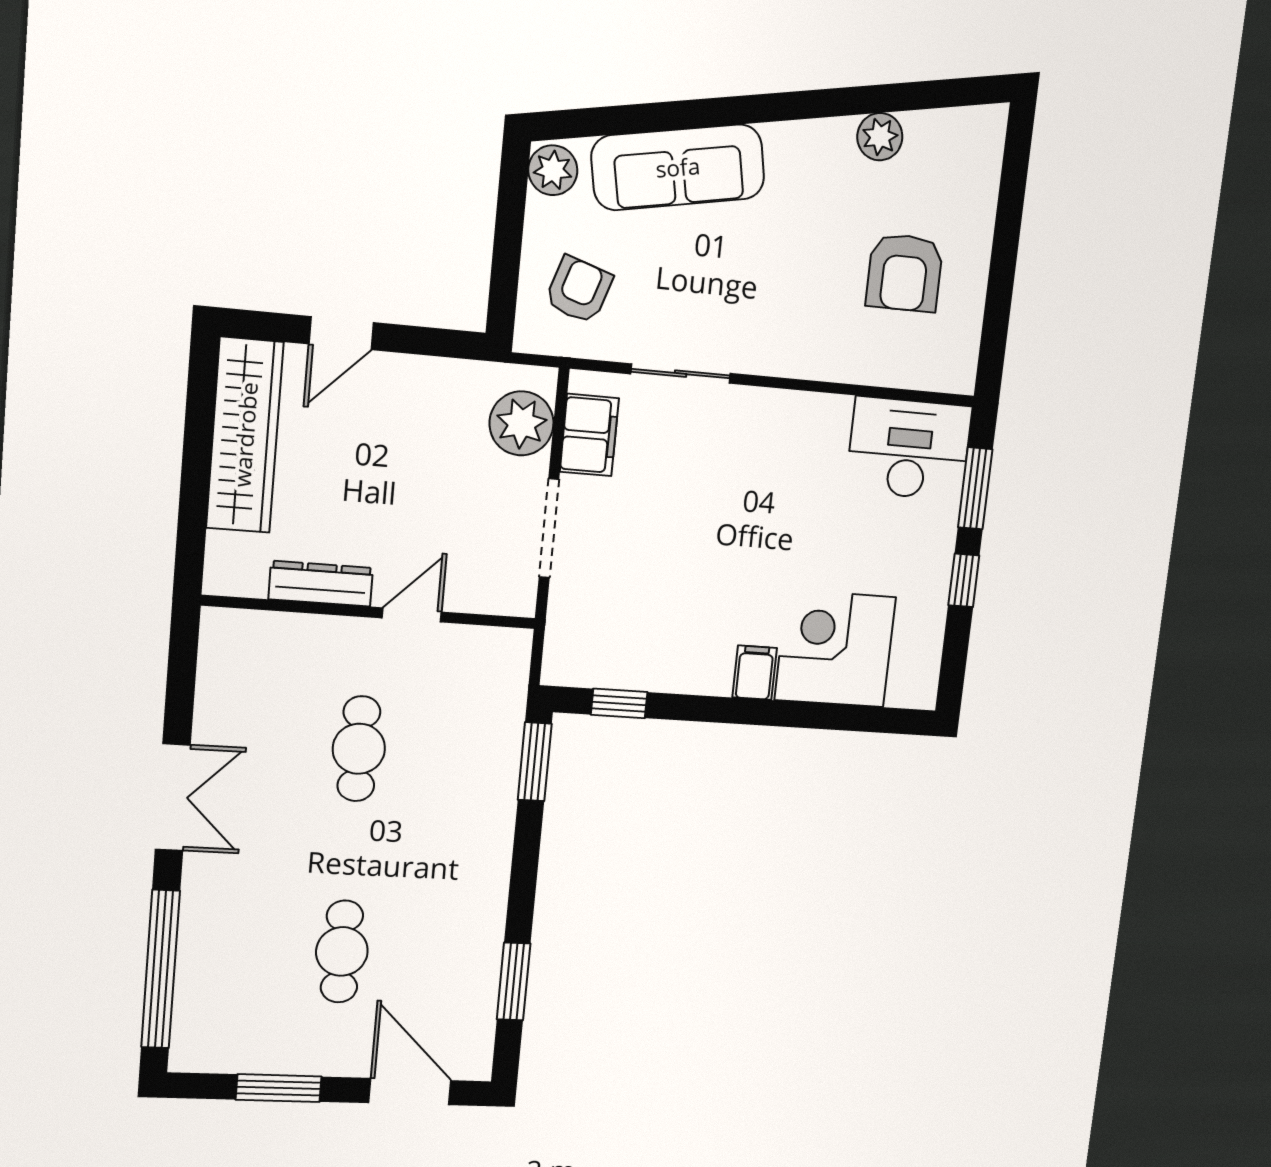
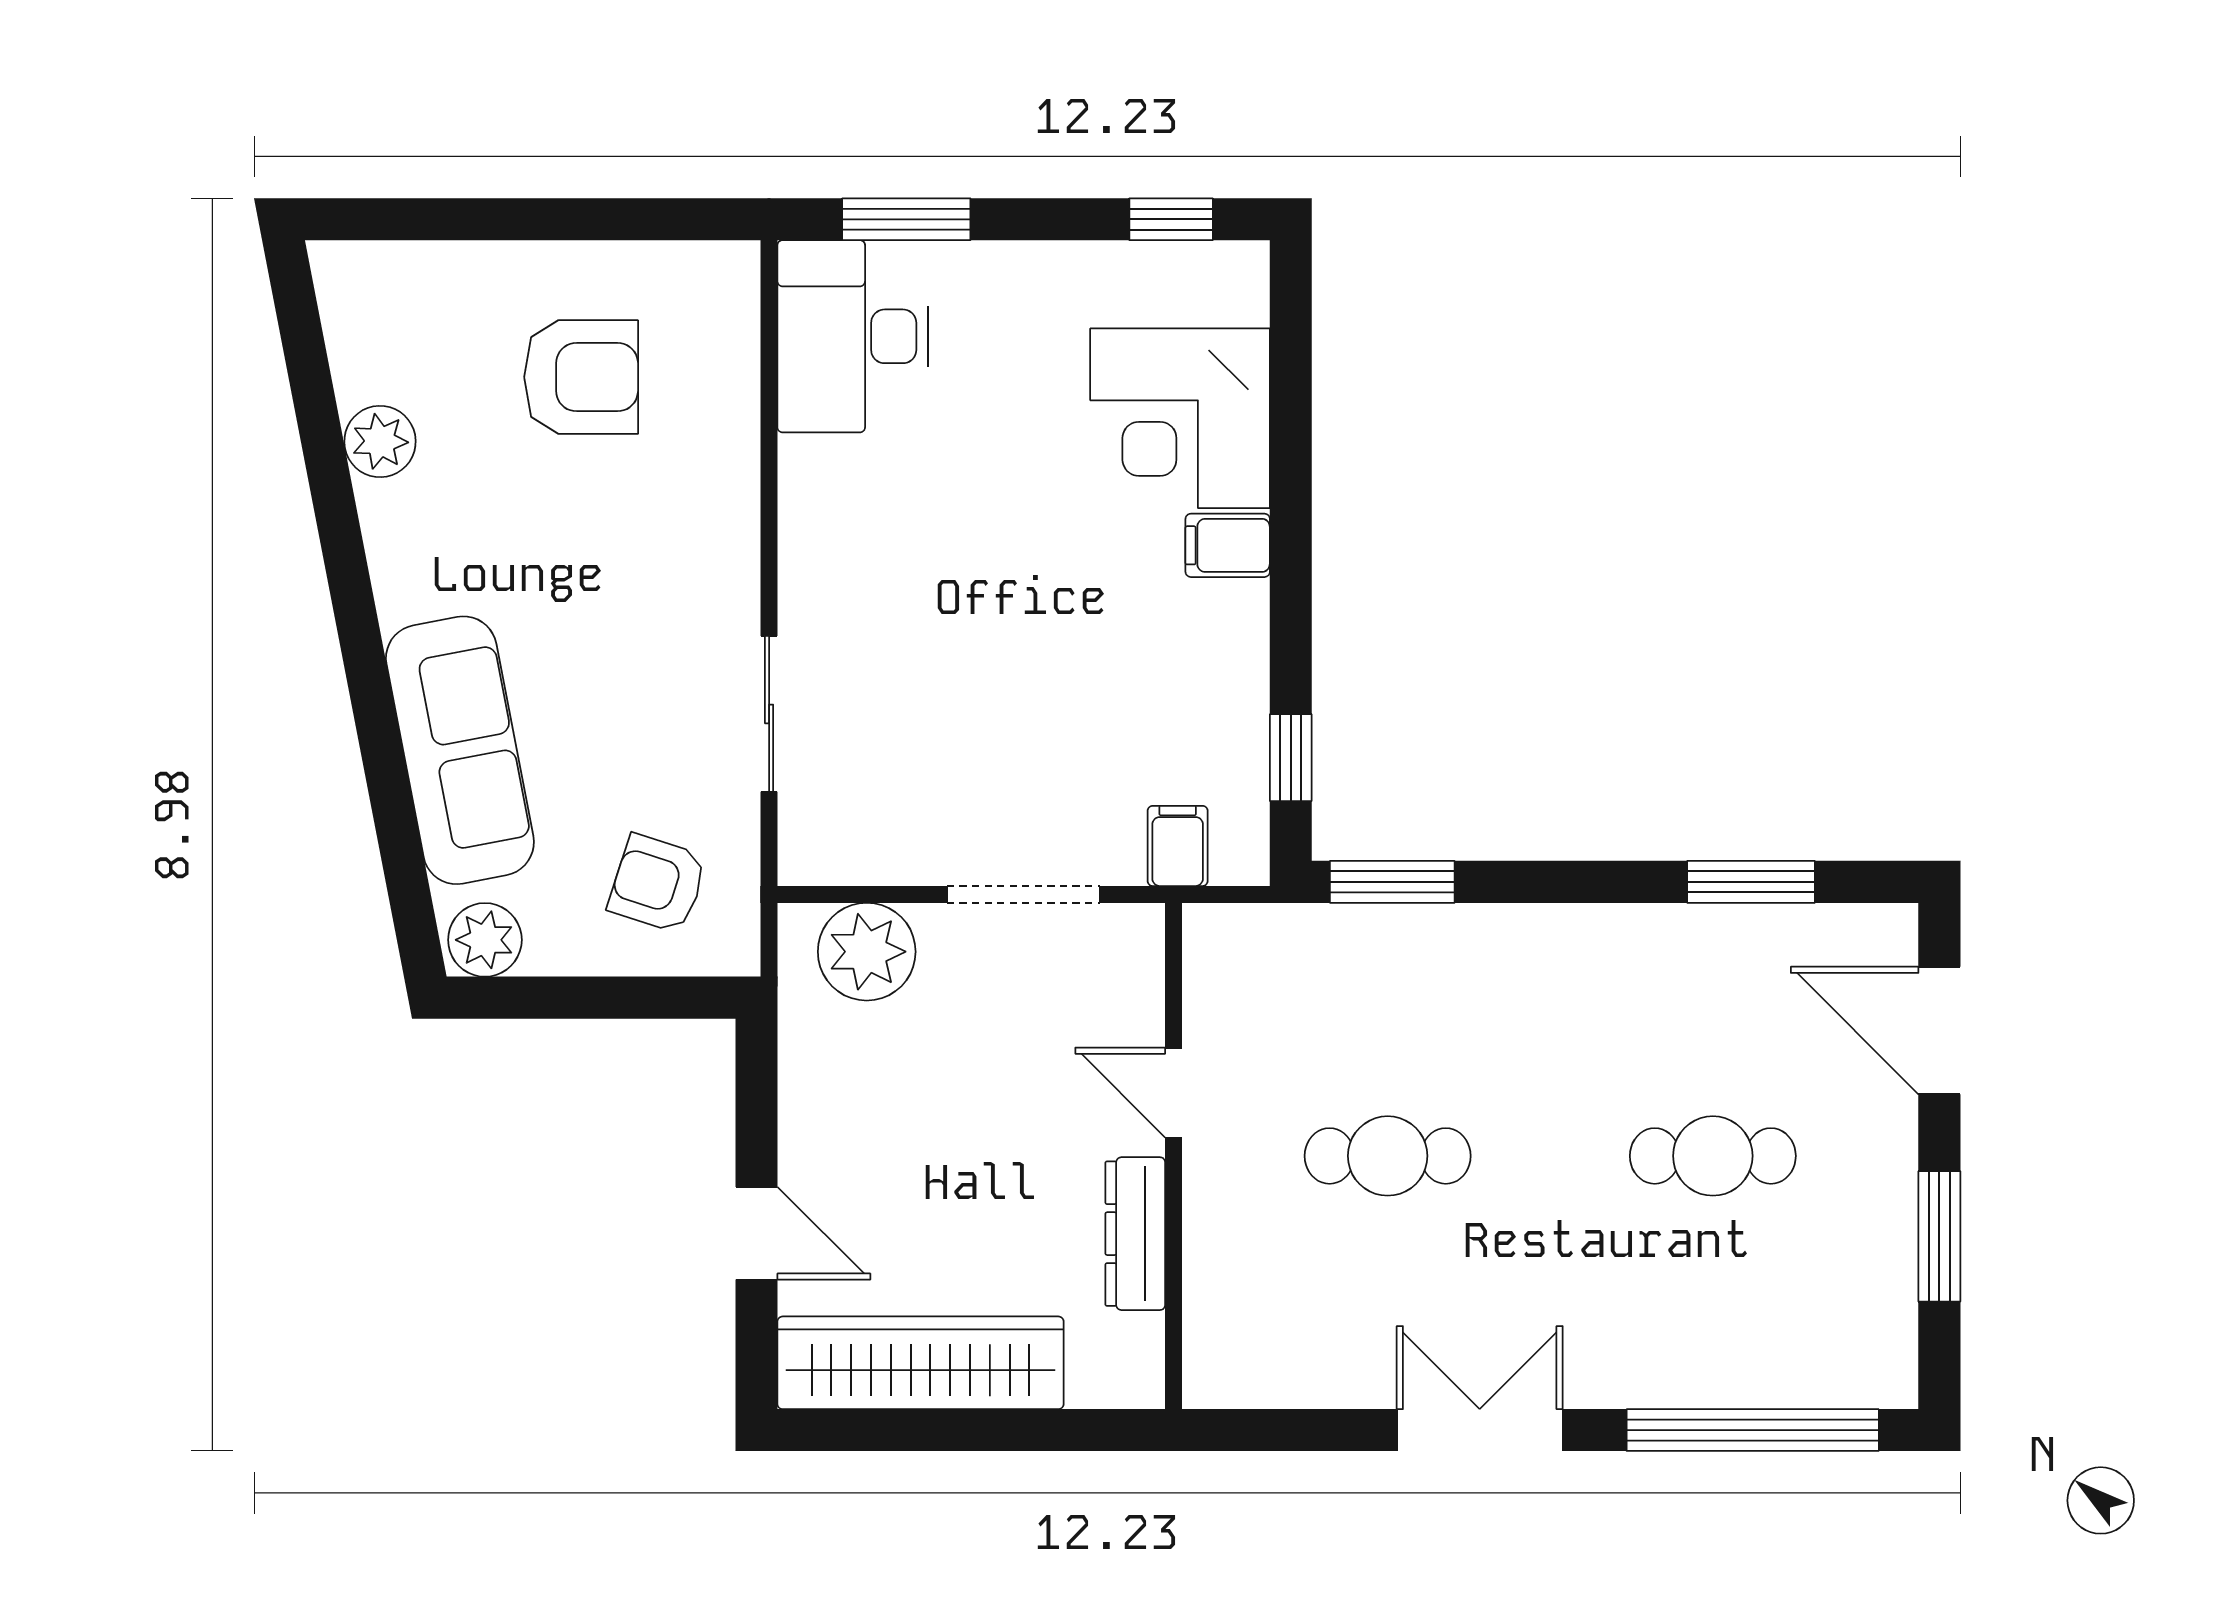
filing cabinet: (589, 435) -> (1178, 846), moved, width x0.50
window: (964, 580) -> (1171, 219), moved
door: (410, 1092) -> (1939, 1031), hinge flipped

